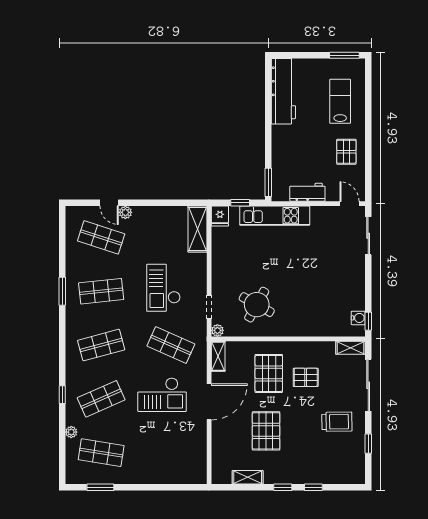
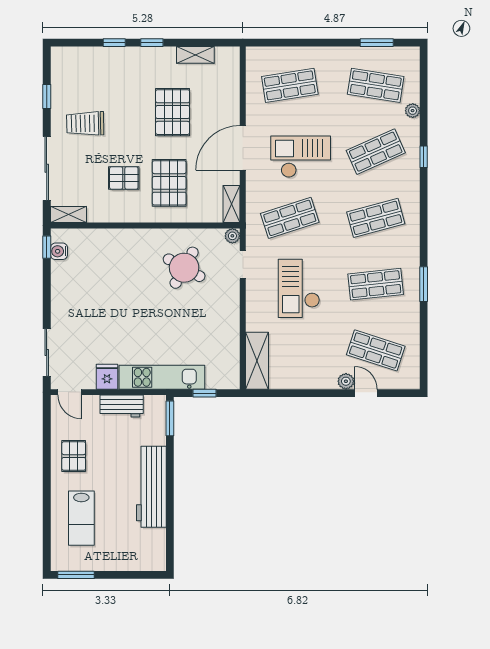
workbench: (283, 91) -> (151, 487), moved
fridge: (220, 216) -> (107, 377), moved
checkout: (163, 288) -> (299, 288), turned 180
shop shelf: (171, 345) -> (290, 218), turned -42
shop shelf: (171, 453) -> (290, 85), added

